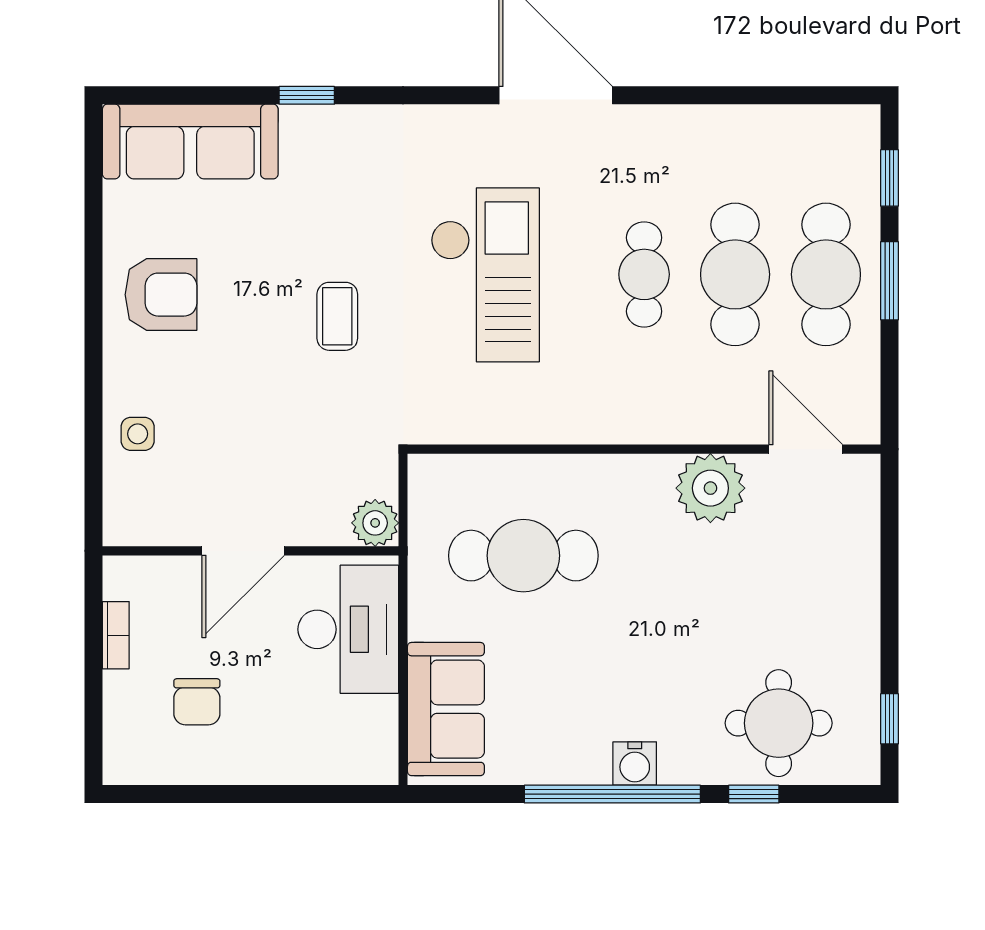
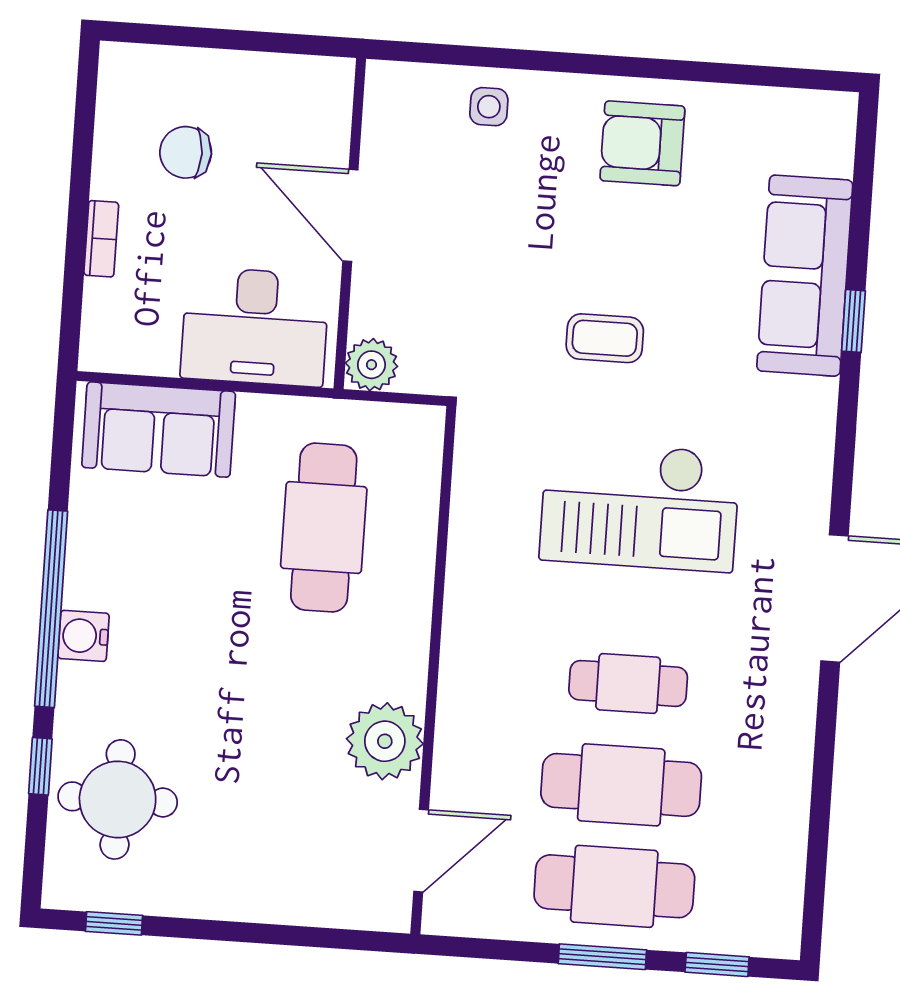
sofa: (190, 142) -> (805, 276), moved
armchair: (161, 295) -> (642, 143), turned 90
bookcase: (116, 635) -> (101, 239), moved, turned -90

